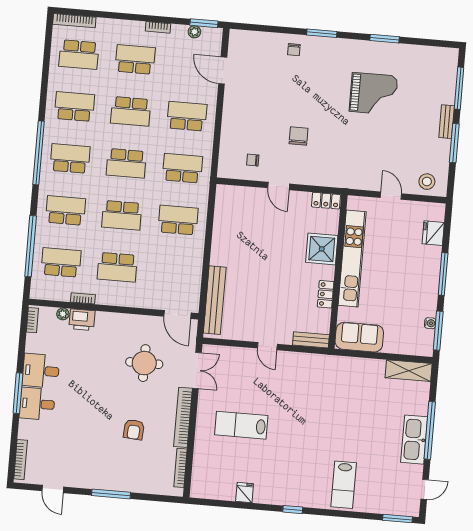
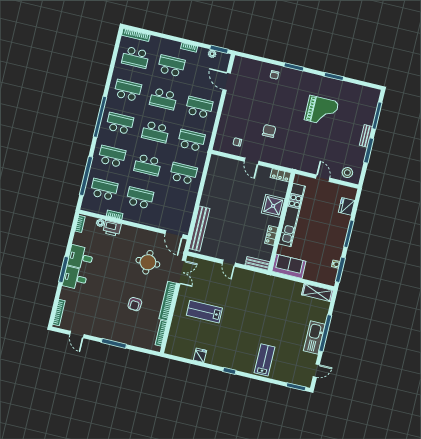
school desk: (117, 267) -> (140, 198), turned 180
lab bench: (344, 485) -> (265, 360), turned 180

